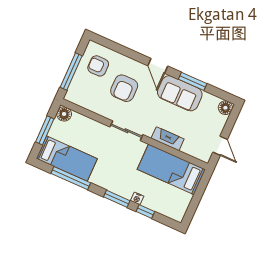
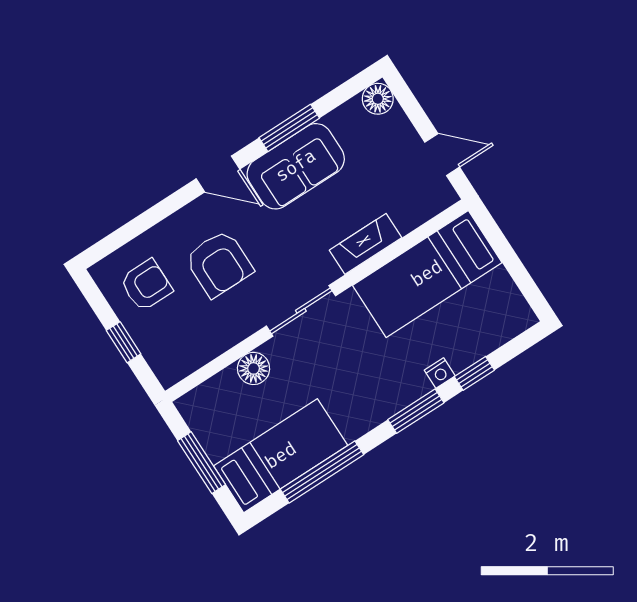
armchair: (98, 66) -> (146, 285), turned 180
window: (71, 71) -> (124, 342), width x0.46
floor lamp: (64, 114) -> (254, 368), moved

